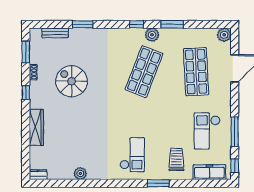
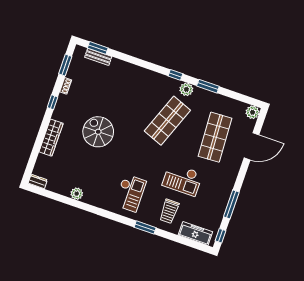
window: (83, 24) -> (98, 48), moved
spiral stairs: (72, 81) -> (98, 132), moved
checkout: (207, 131) -> (182, 179), moved, turned -90
trolley: (176, 159) -> (169, 211), turned 180

